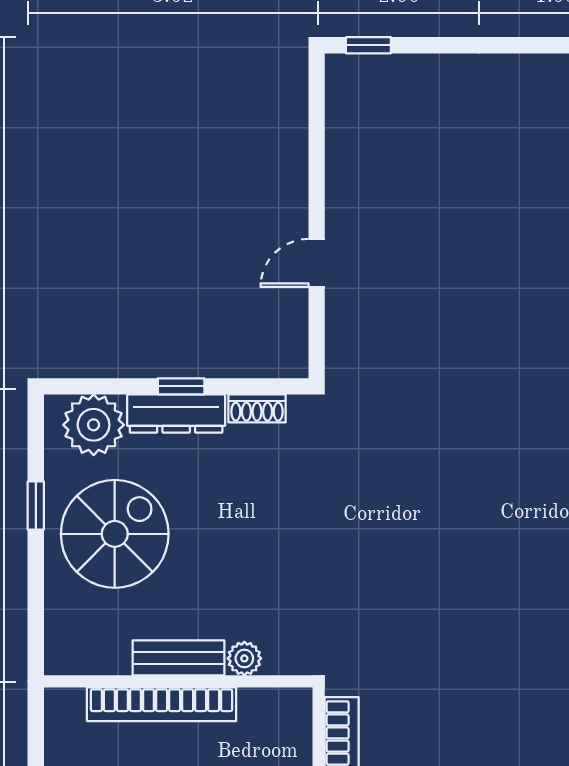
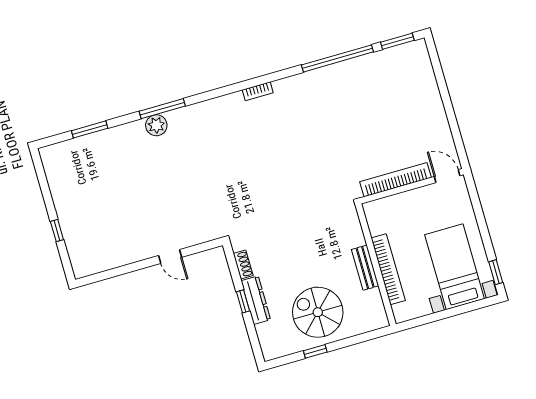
window: (368, 45) -> (57, 230), moved
plant: (94, 425) -> (272, 336), removed
plant: (244, 658) -> (357, 238), removed

